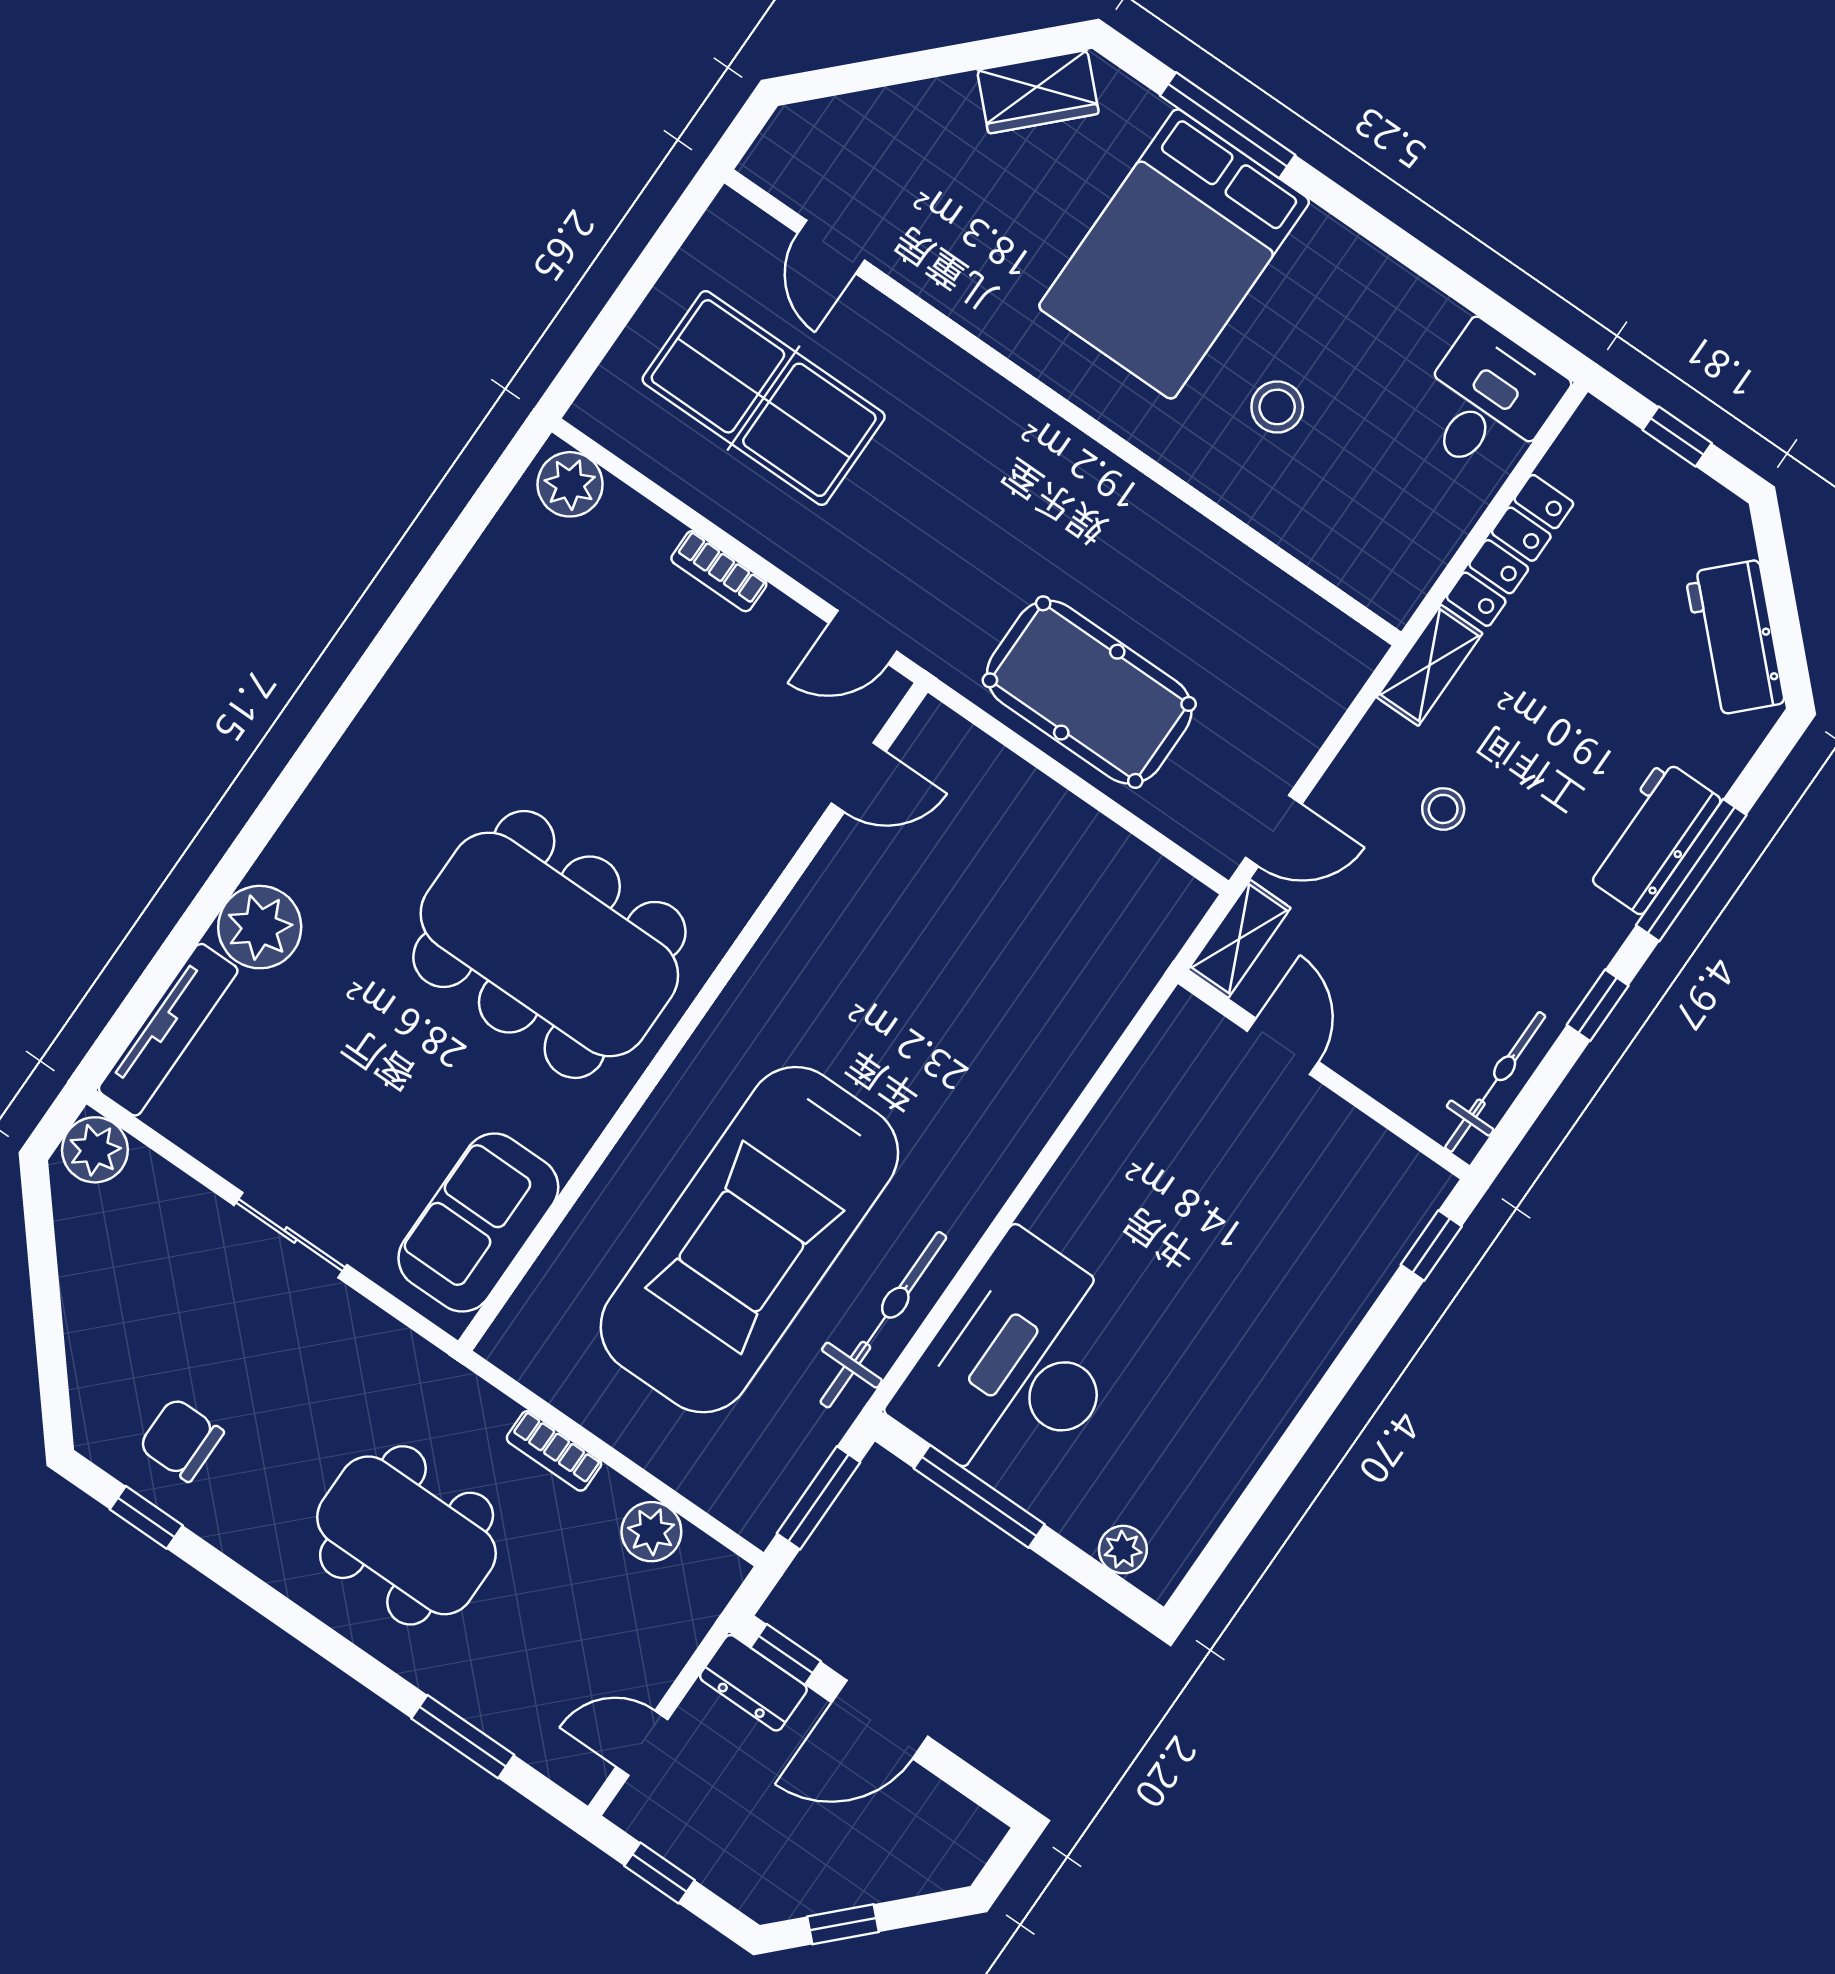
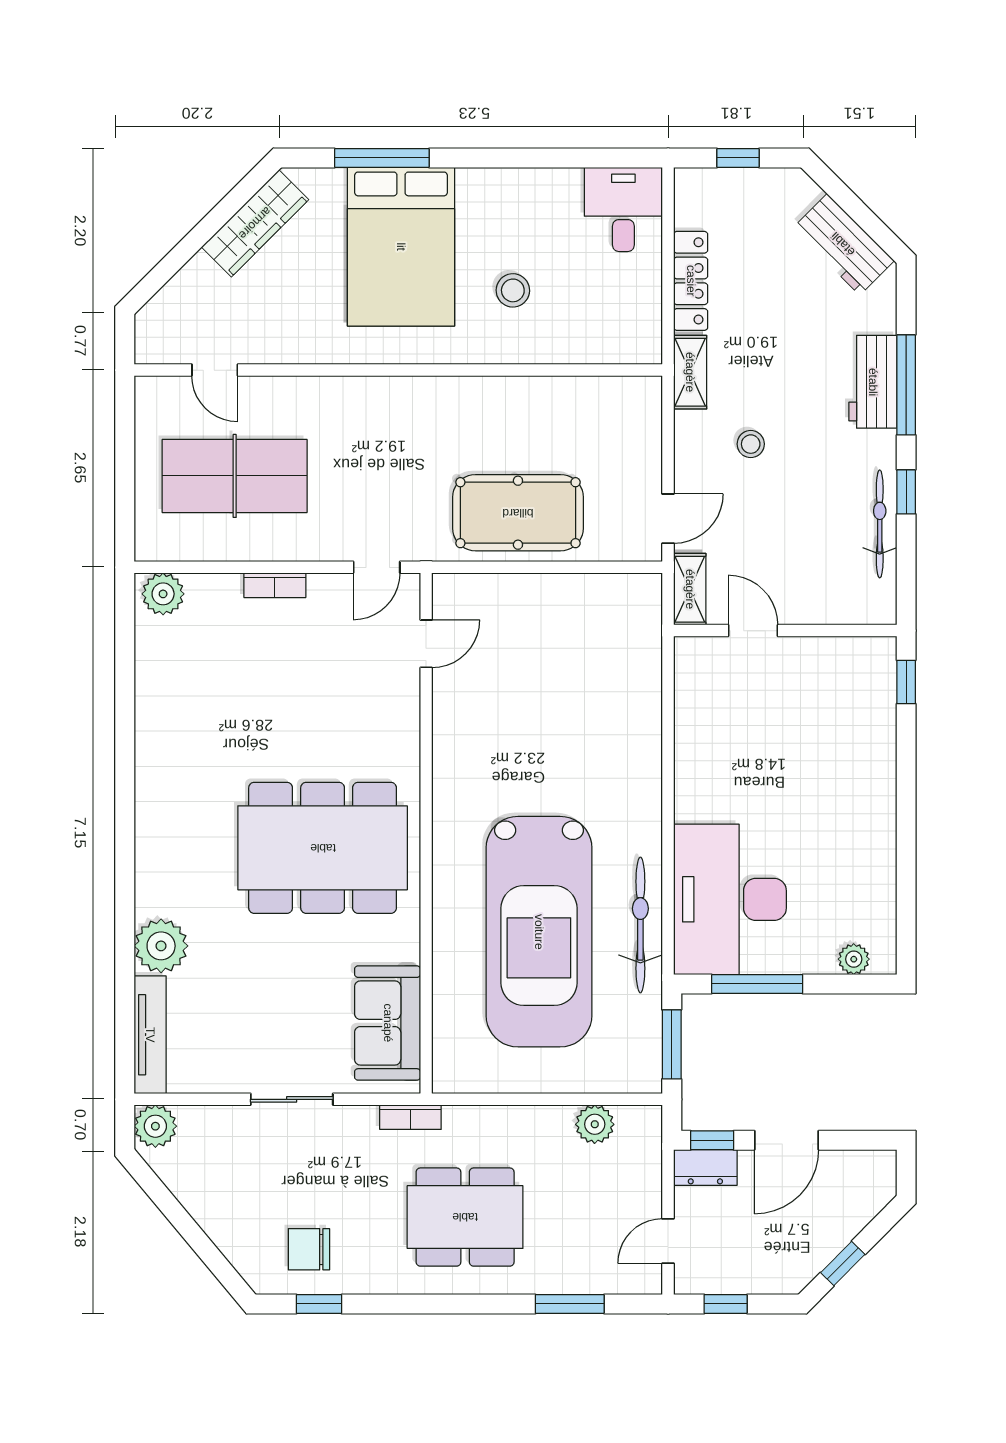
wardrobe: (1038, 92) -> (255, 223), width x1.50
bicycle: (1495, 1082) -> (880, 524), moved
bookcase: (554, 1451) -> (410, 1117), moved

